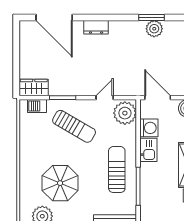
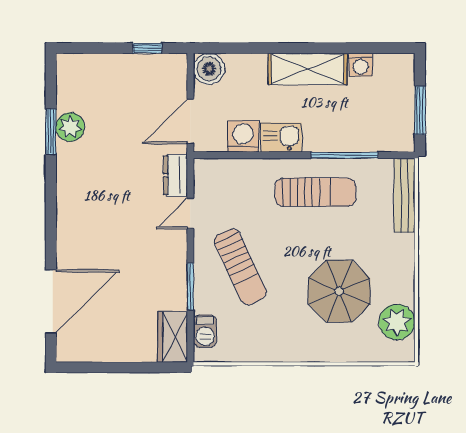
dresser: (96, 27) -> (175, 175), moved, turned 180
door: (105, 98) -> (190, 214), hinge flipped
plant: (125, 113) -> (217, 178), removed
sun lounger: (74, 126) -> (240, 267), turned 125
sun lounger: (117, 170) -> (316, 192), turned 180

